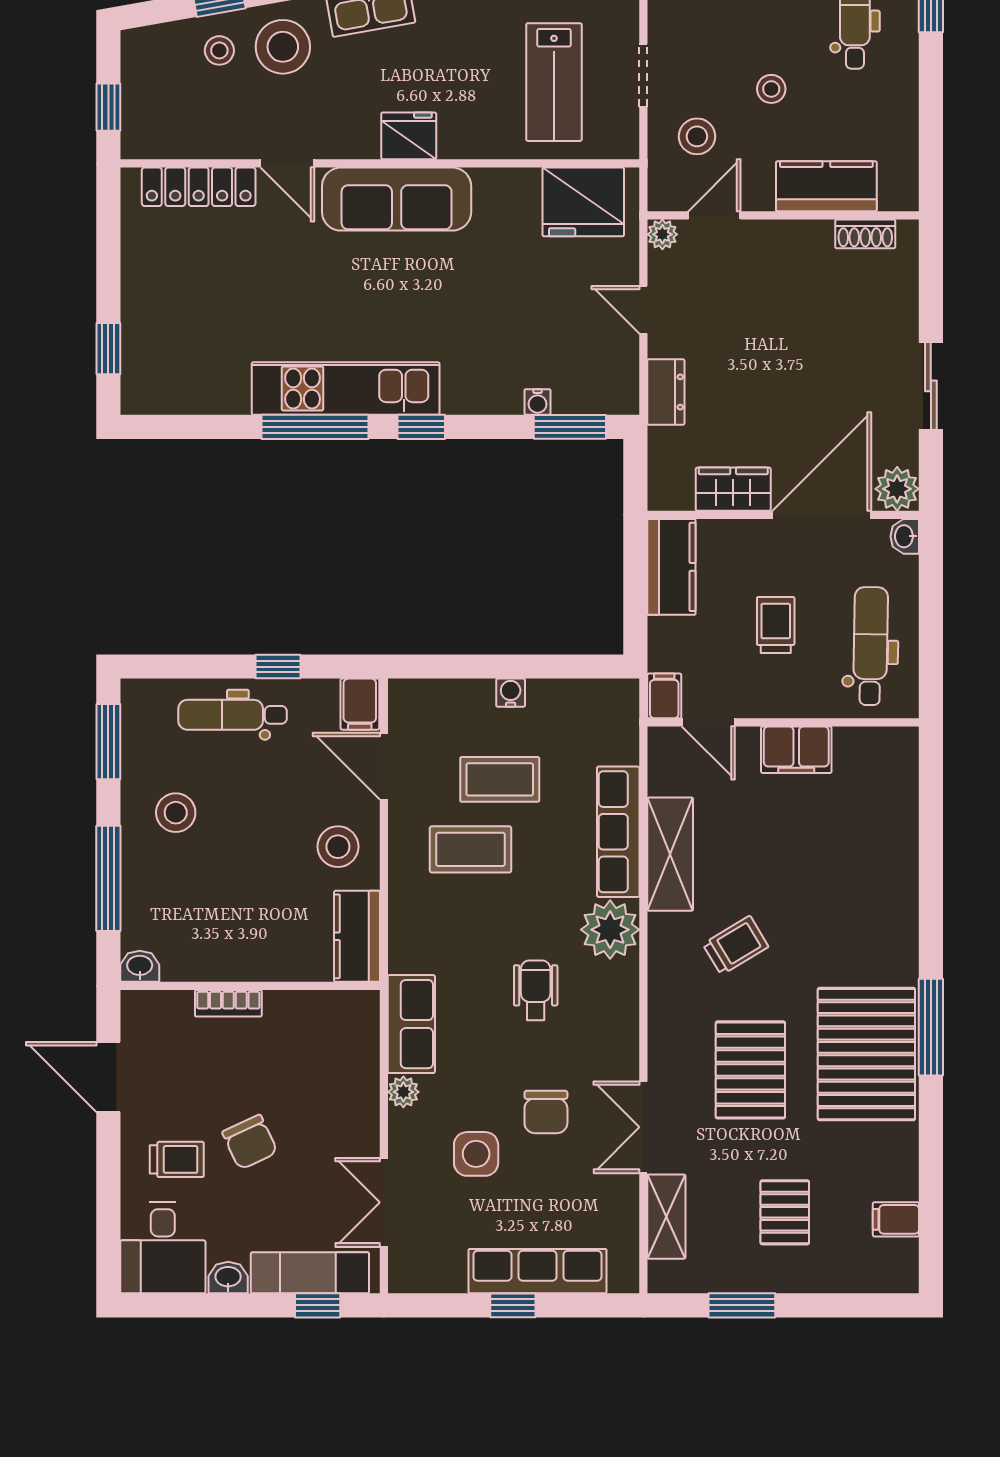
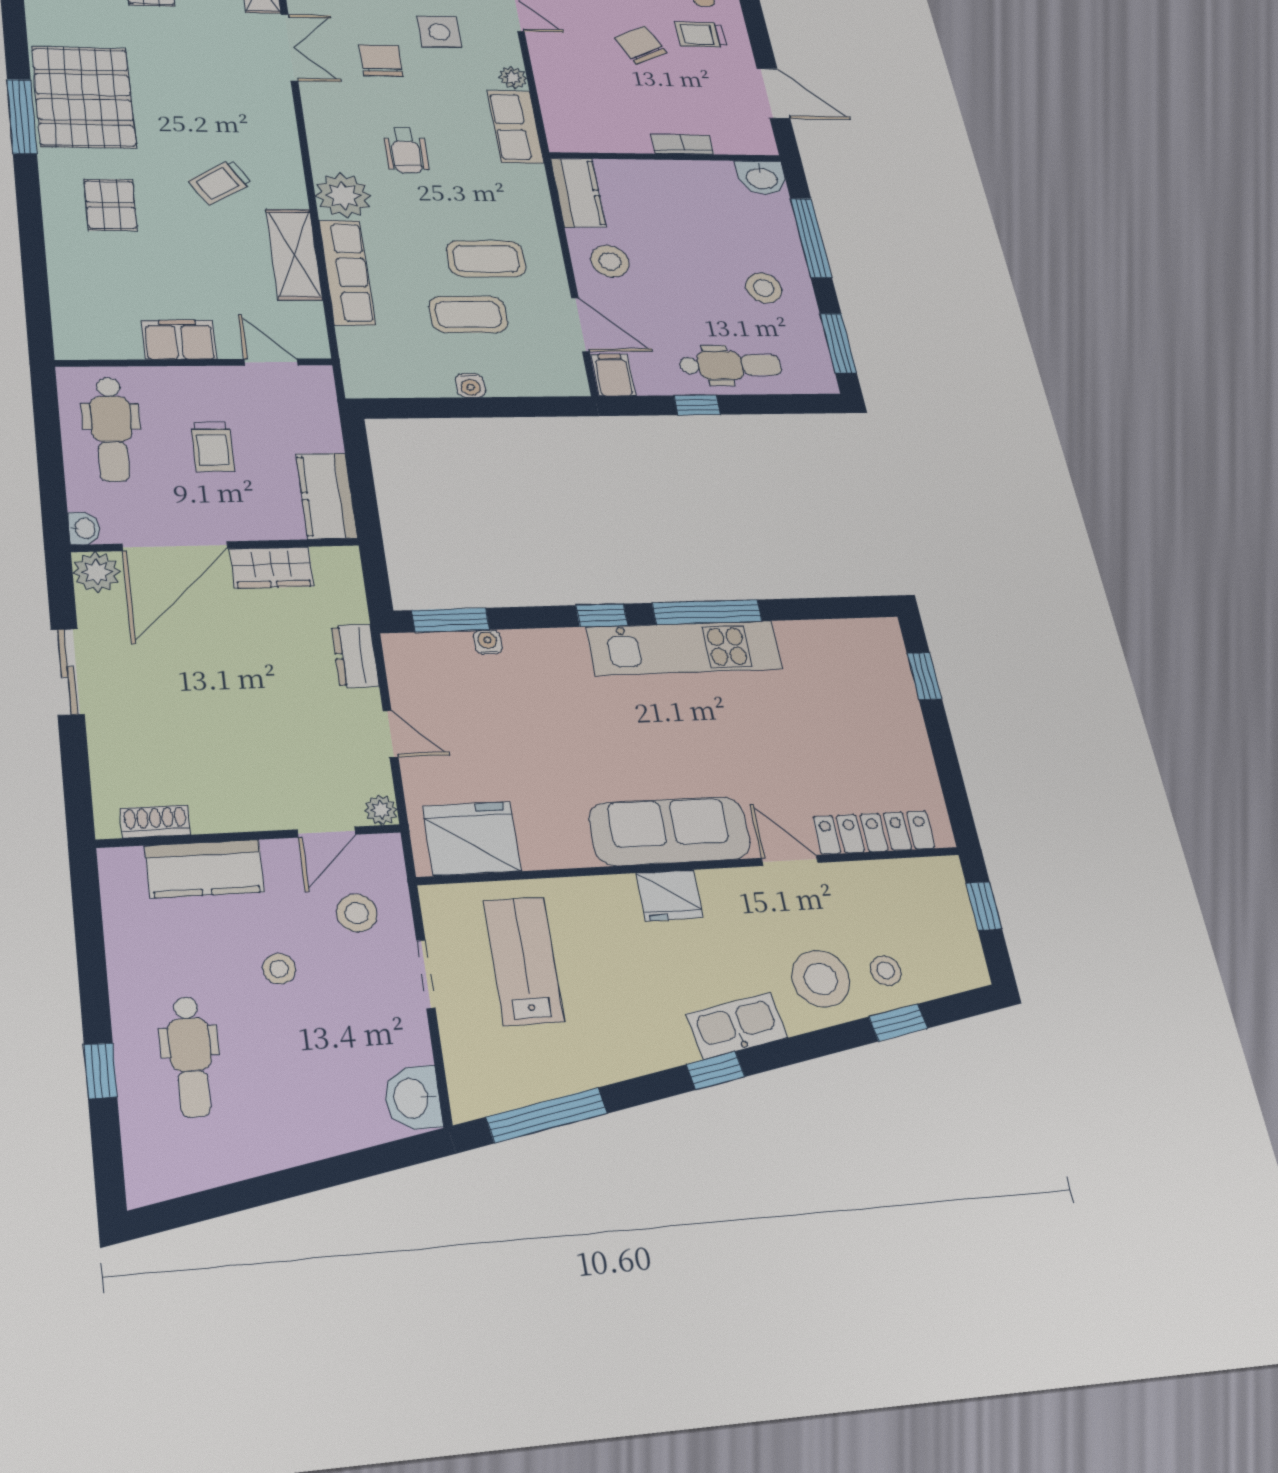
filing cabinet: (664, 696) -> (318, 384), removed
washbasin: (140, 966) -> (762, 177), width x1.38, depth x1.45
pallet: (750, 1070) -> (111, 205), moved, width x0.67, depth x0.71

